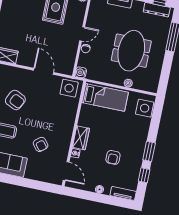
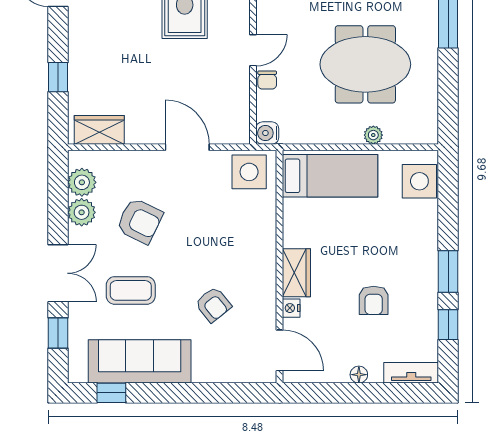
meeting table: (131, 51) -> (365, 64), turned 90

